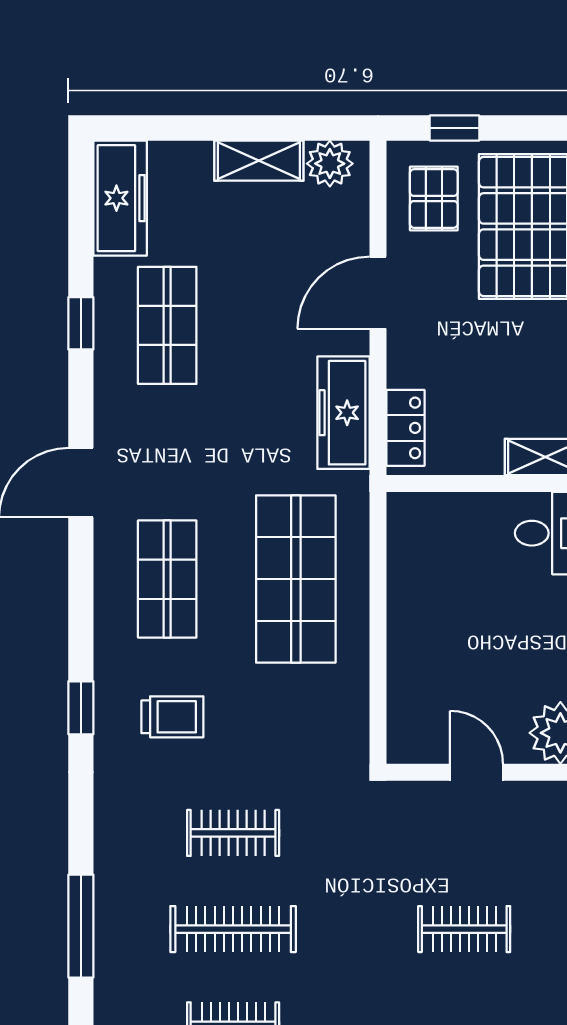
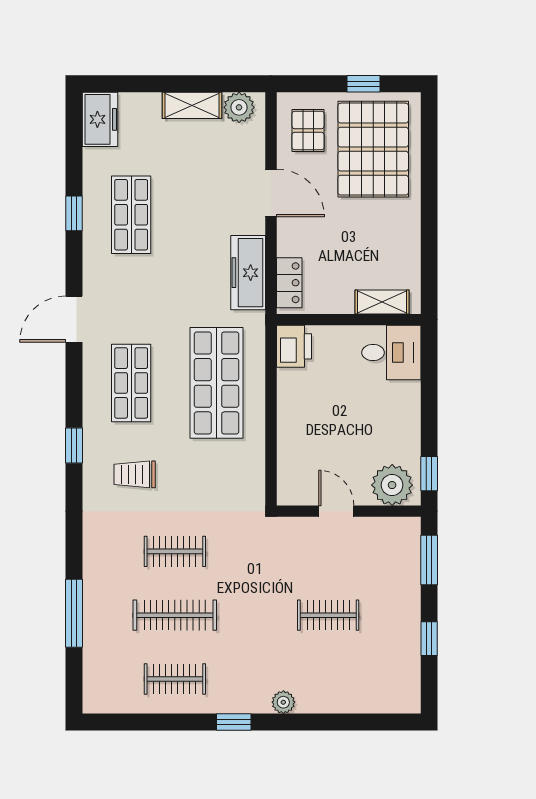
window: (455, 128) -> (364, 84), moved
freezer: (120, 198) -> (100, 119), width x0.71
door: (378, 293) -> (271, 193), swing flipped
printer: (413, 524) -> (294, 346), added
window: (81, 708) -> (74, 445), moved
trolley: (172, 717) -> (135, 474), turned 180

